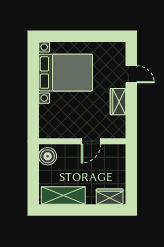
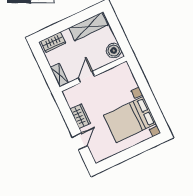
door: (131, 74) -> (80, 141), swing flipped
shelving: (120, 157) -> (59, 75), added

